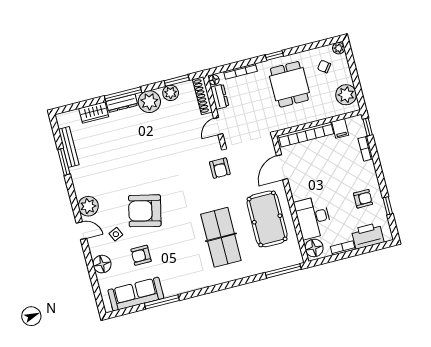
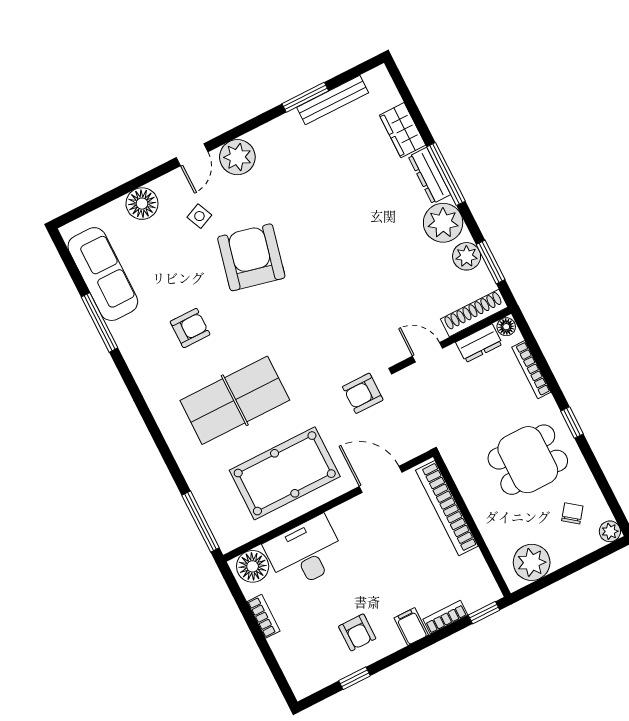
filing cabinet: (340, 128) -> (411, 627), moved, turned 90
armchair: (220, 168) -> (363, 393), moved
printer: (368, 236) -> (295, 655), removed
armchair: (141, 255) -> (190, 328), moved, turned 90

